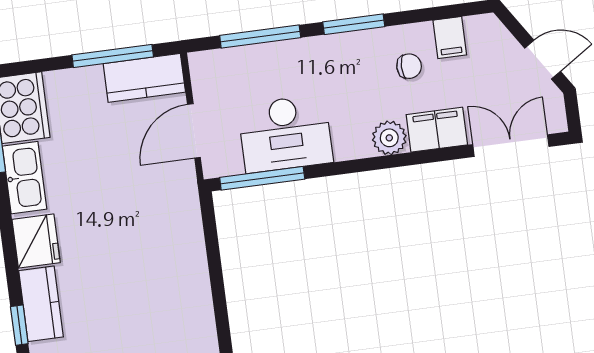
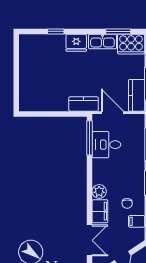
desk: (285, 134) -> (106, 145), width x0.73
kitchen counter: (41, 304) -> (83, 104), moved, turned 180
window: (19, 325) -> (56, 31), moved

